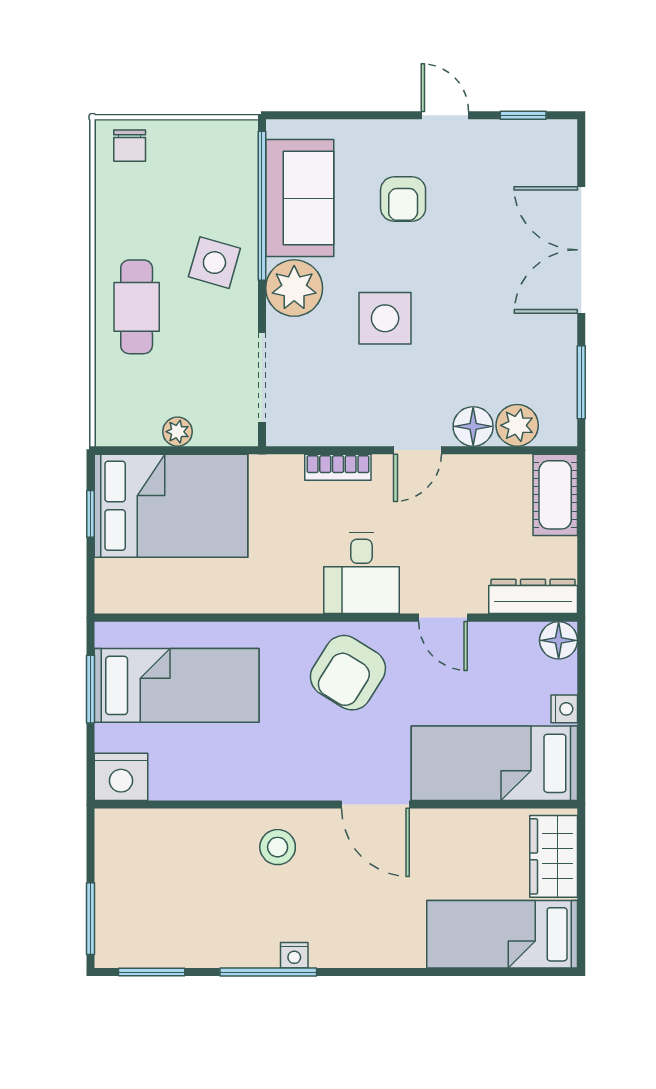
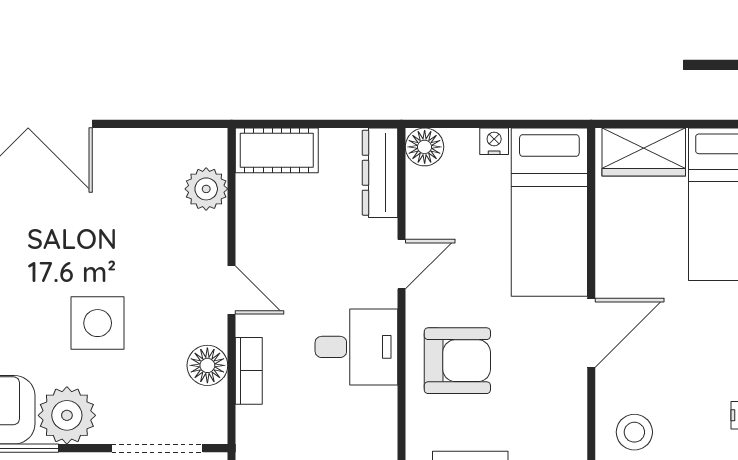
window: (581, 382) -> (162, 124), removed
floor lamp: (473, 426) -> (207, 365), moved
armchair: (348, 673) -> (457, 361), turned -32

